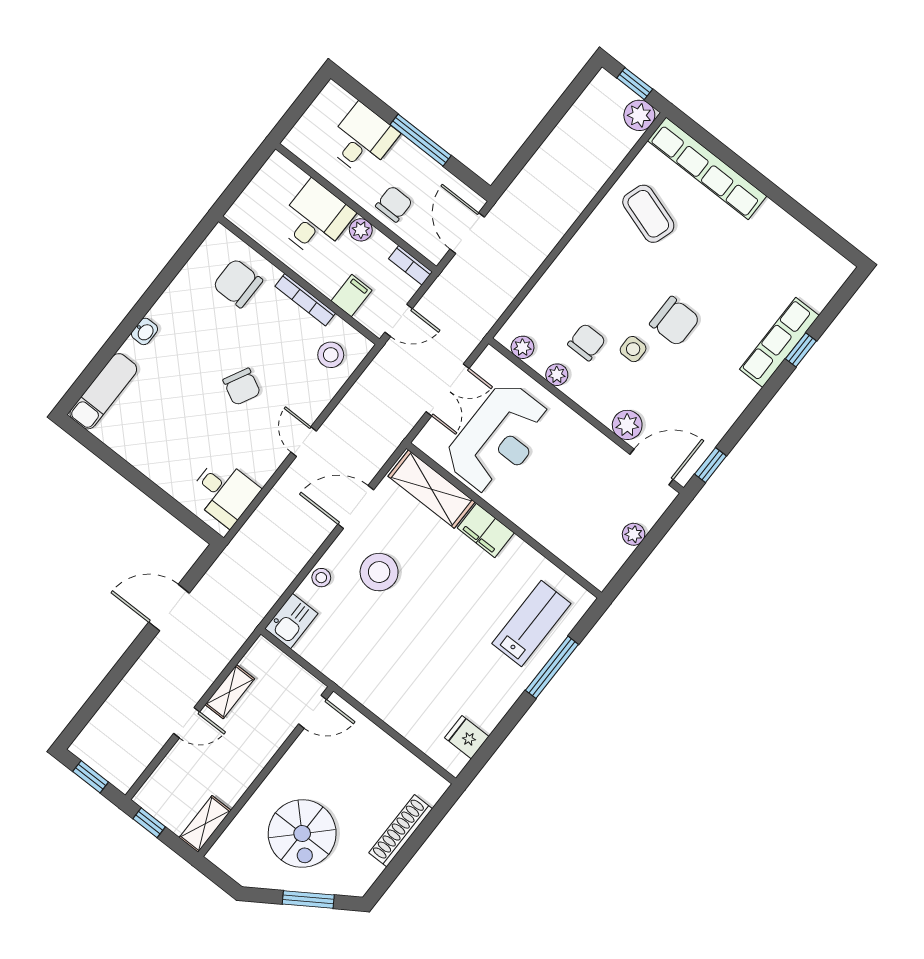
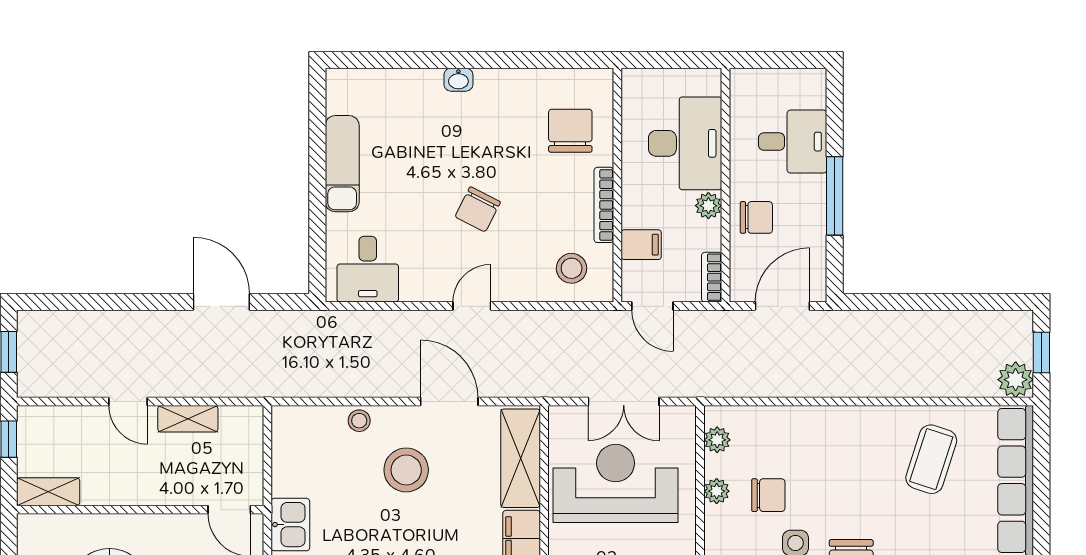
desk: (315, 219) -> (685, 143), width x1.37
exam couch: (103, 391) -> (342, 164), moved, turned -90
reception desk: (498, 439) -> (616, 483), turned 180
kitchen sink: (291, 621) -> (290, 525), moved, turned -90

